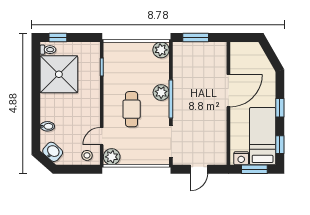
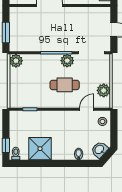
shower: (59, 74) -> (40, 149), width x0.73, depth x0.73
plant: (161, 92) -> (67, 61), moved
door: (102, 136) -> (87, 109), swing flipped
plant: (112, 157) -> (104, 90), moved

